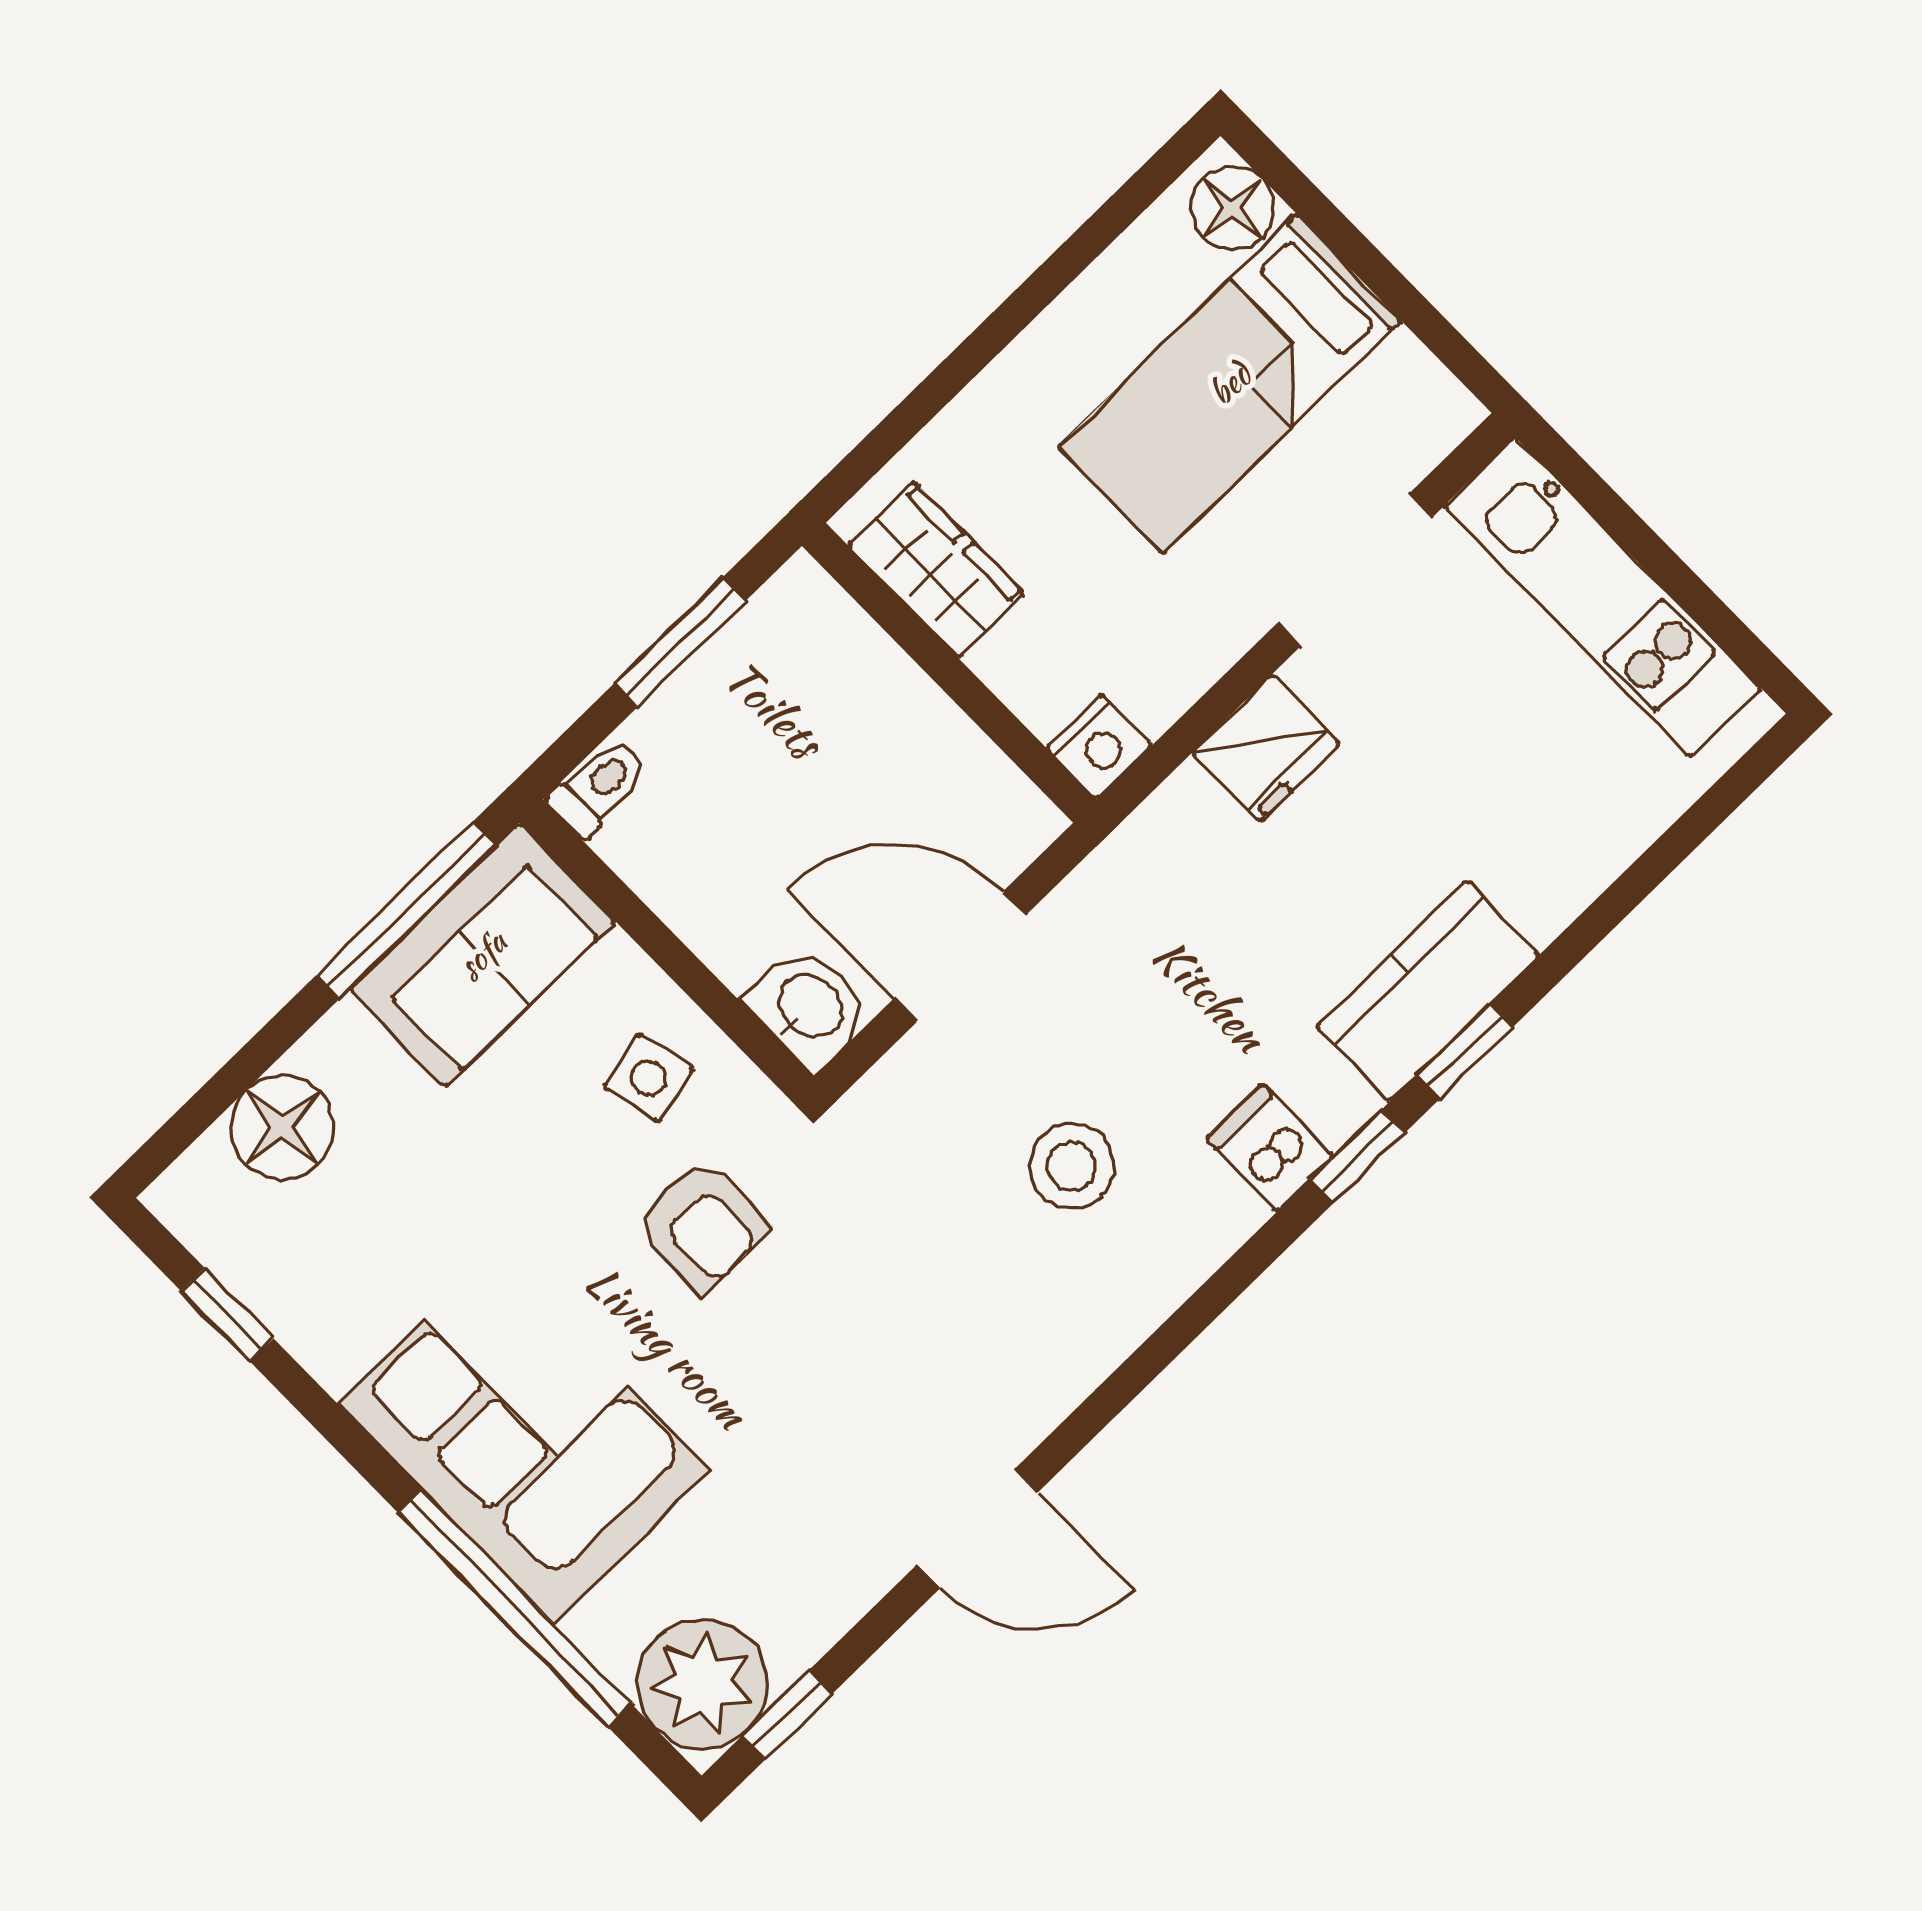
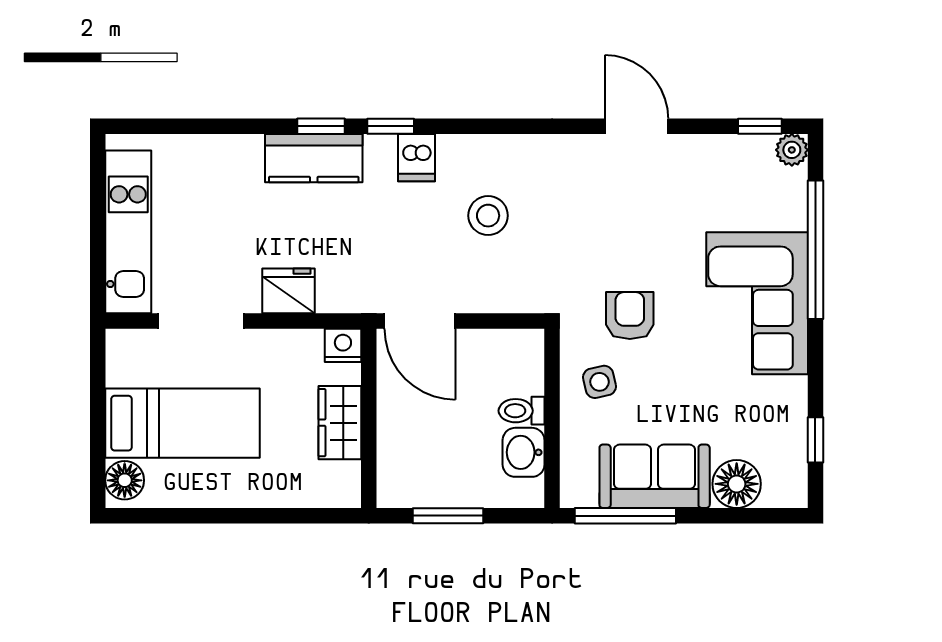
wardrobe: (936, 570) -> (340, 423), moved
toilet: (599, 787) -> (522, 411), moved
sofa: (482, 955) -> (655, 476), moved
door: (960, 957) -> (420, 321), moved
washbasin: (809, 1007) -> (524, 452), moved
plant: (703, 1684) -> (792, 150), width x0.53, depth x0.53

